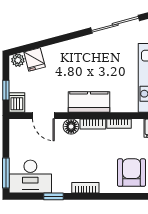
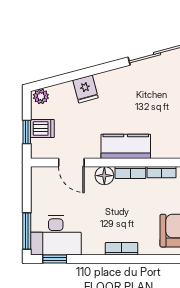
fridge: (35, 59) -> (85, 89), moved
dishwasher: (17, 102) -> (42, 128), moved, turned 90
window: (53, 196) -> (55, 259), moved

